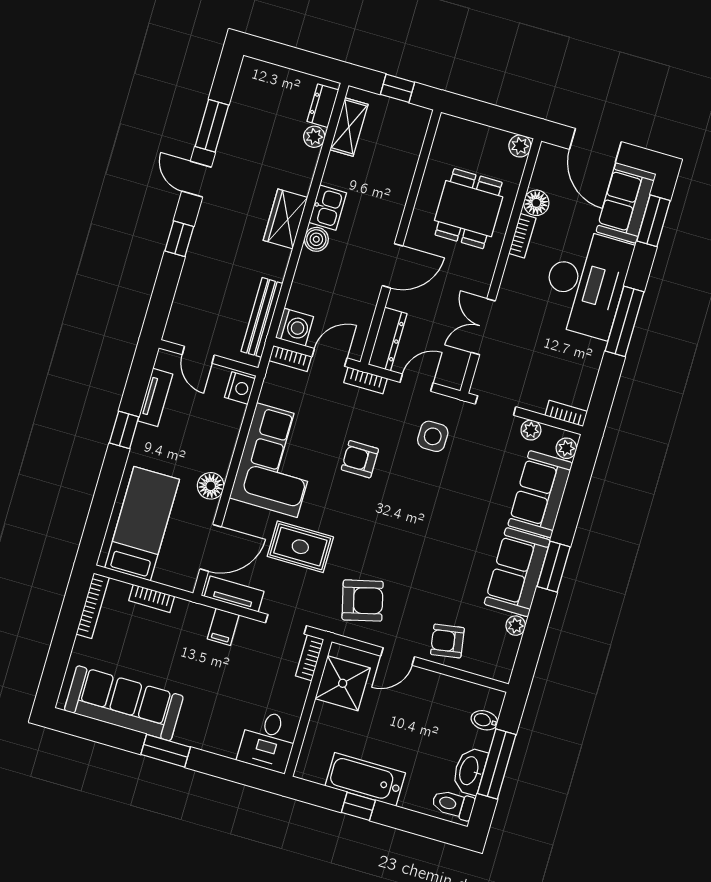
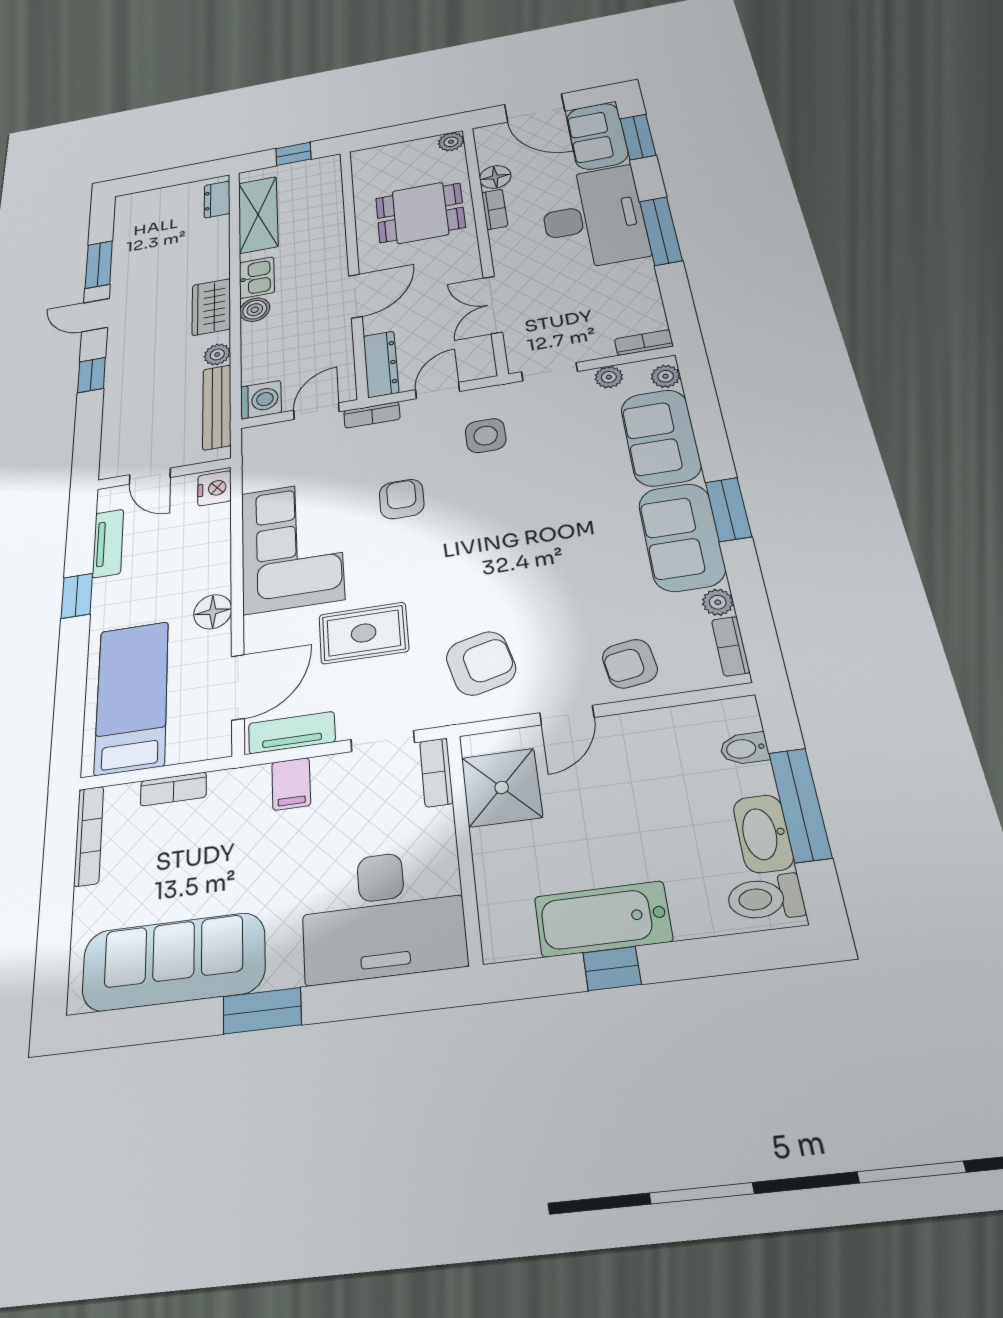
shelving: (349, 127) -> (258, 215), width x1.50, depth x1.33
plant: (314, 137) -> (217, 354), moved
dining table: (469, 209) -> (420, 213), turned 90
bookcase: (290, 359) -> (731, 646), moved, turned 90
armchair: (360, 459) -> (402, 499), turned 90
desk: (268, 741) -> (383, 915), width x1.87, depth x1.30

